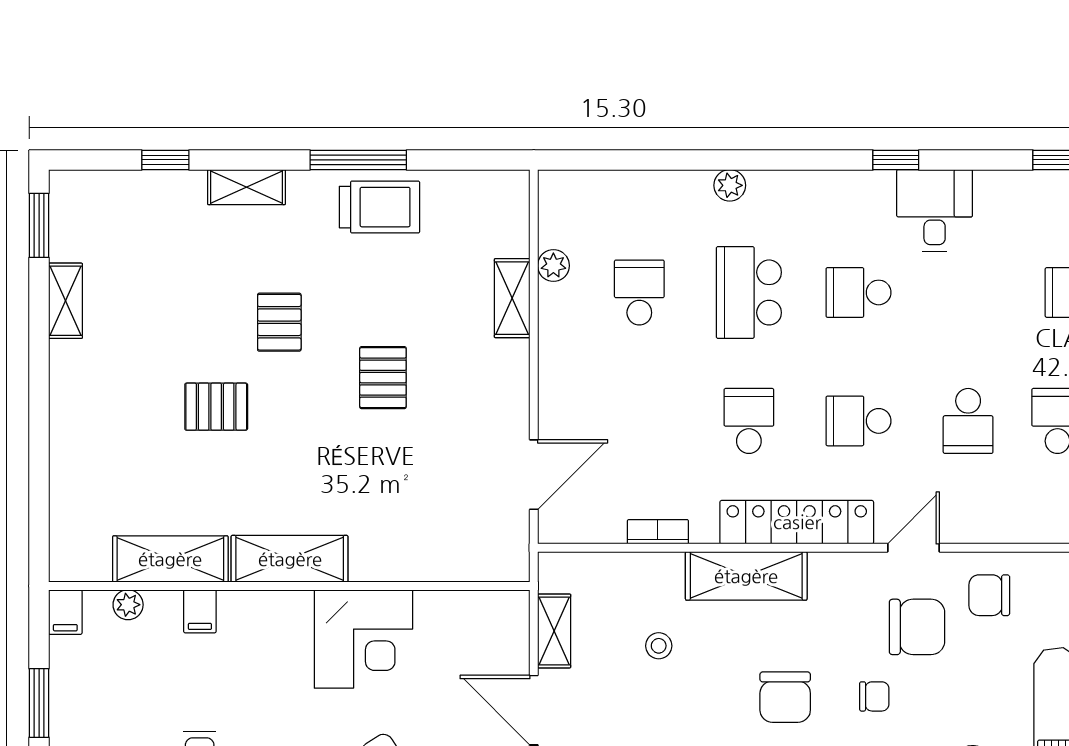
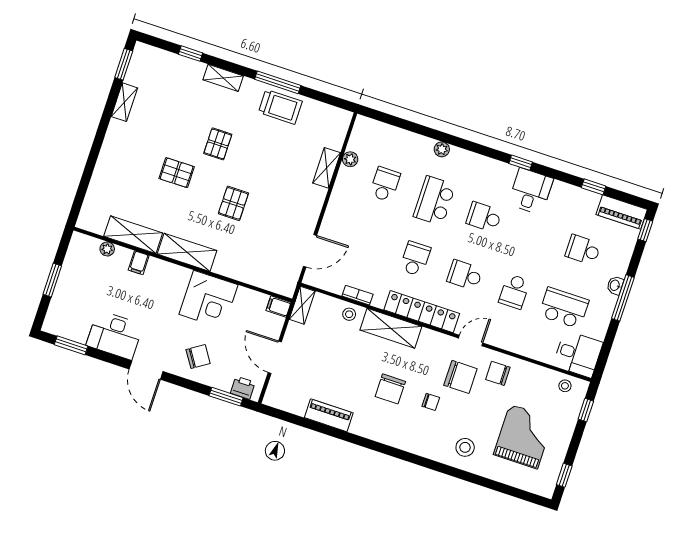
pallet: (383, 378) -> (233, 203), moved
filing cabinet: (65, 612) -> (278, 306), moved, turned 90
shelving: (554, 631) -> (302, 305), moved
stool: (659, 646) -> (349, 314), moved

